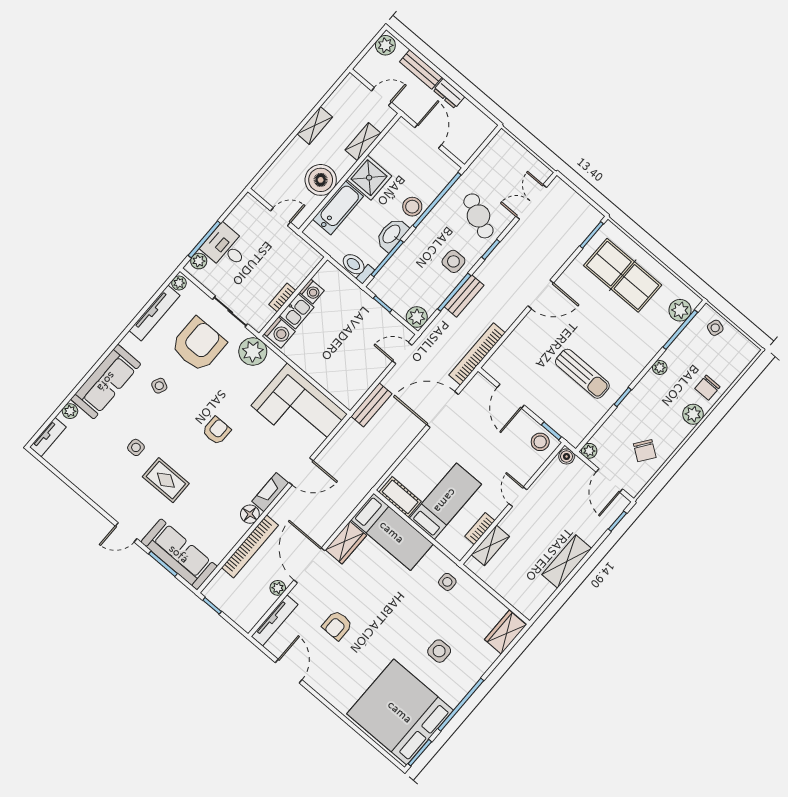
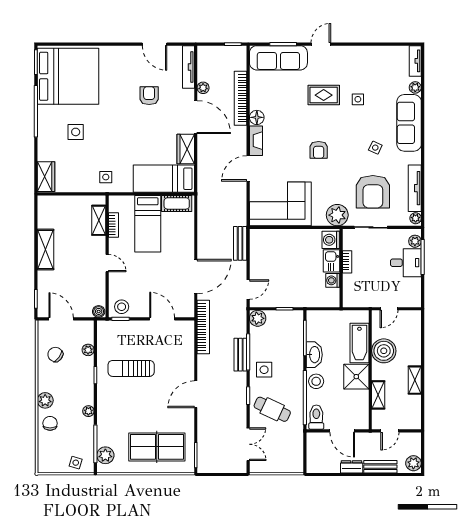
toilet: (357, 267) -> (316, 417), moved, turned -90
plant: (589, 451) -> (88, 350), moved

